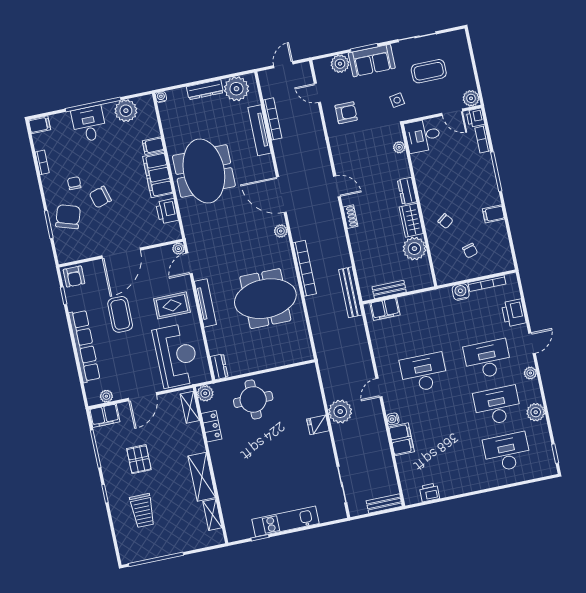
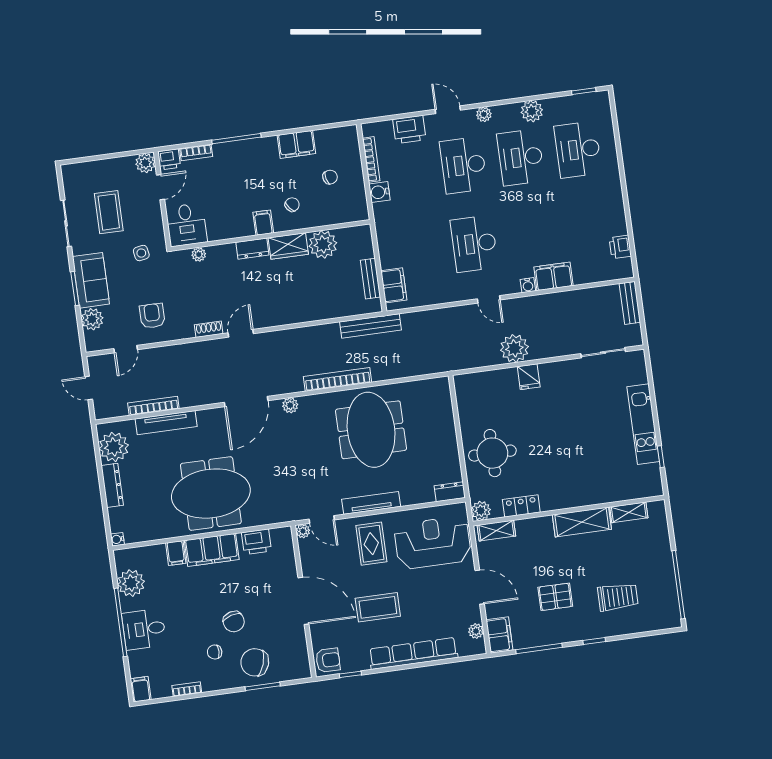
filing cabinet: (429, 198) -> (263, 223), added
filing cabinet: (493, 214) -> (296, 144), width x2.00
shoe rack: (350, 217) -> (209, 329), moved

